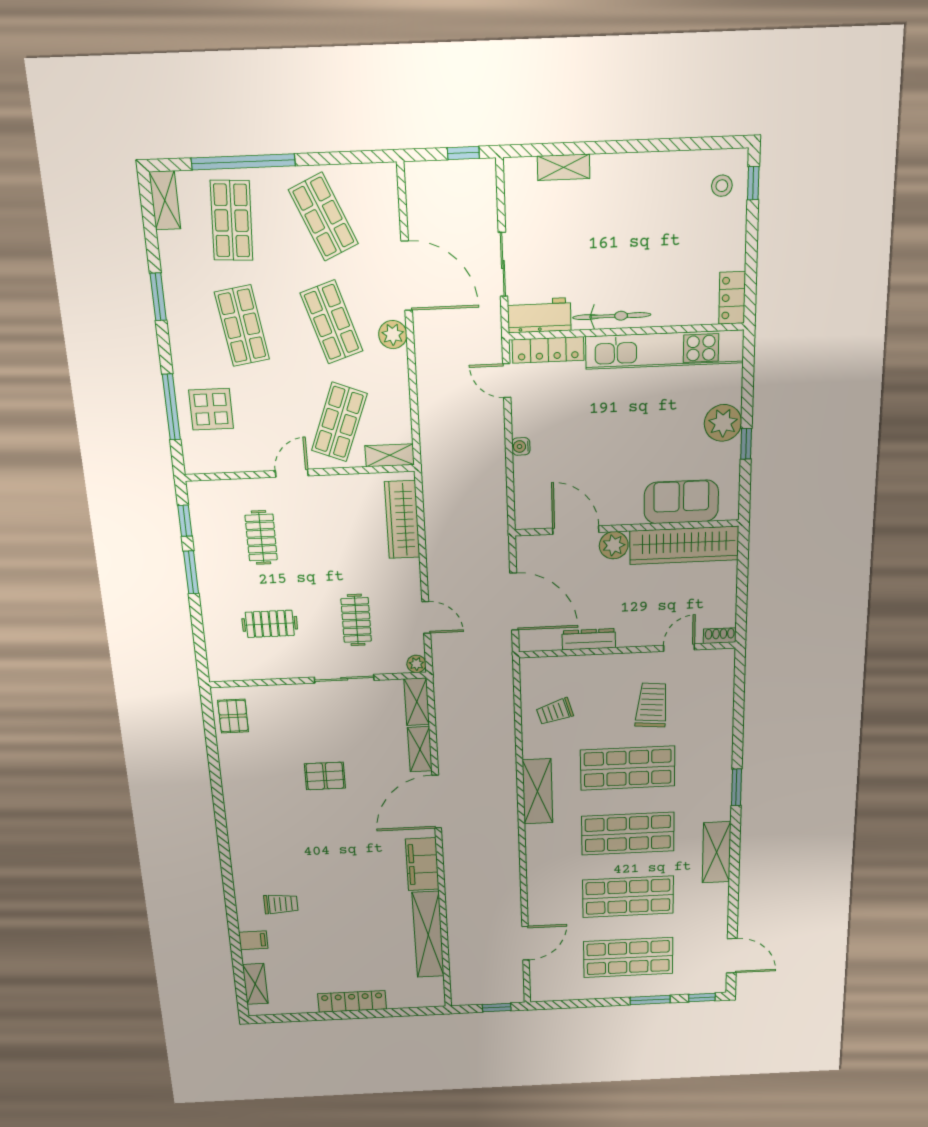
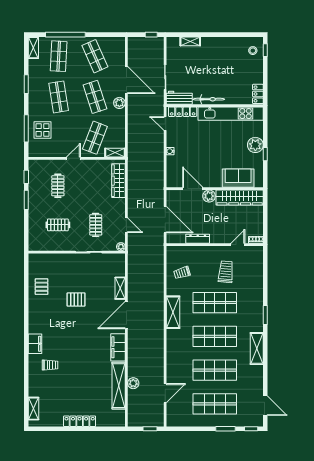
shelving: (417, 702) -> (120, 265), removed
pallet: (233, 716) -> (42, 287), moved
plant: (458, 929) -> (133, 383), added
filing cabinet: (253, 940) -> (35, 344), moved, width x2.00

